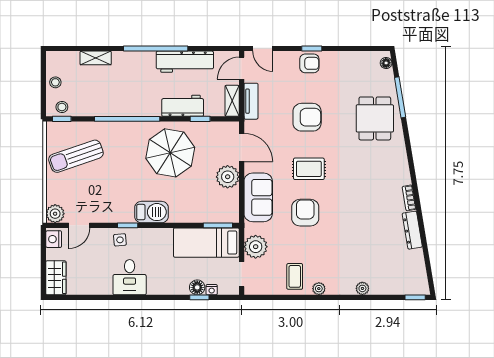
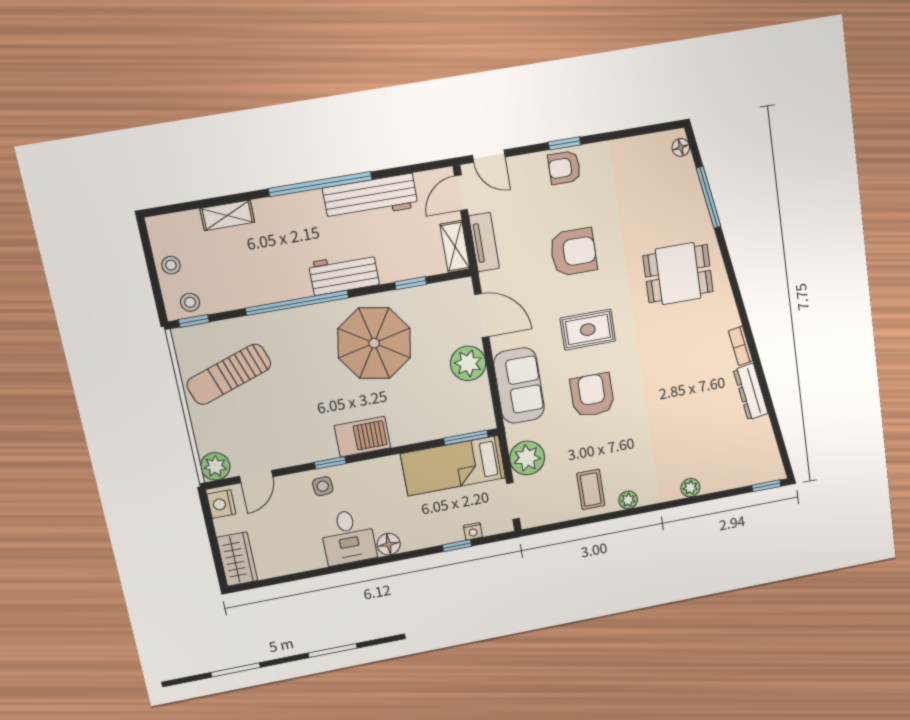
armchair: (309, 63) -> (564, 168), turned 180
workbench: (183, 106) -> (344, 274), moved
dining table: (375, 118) -> (678, 274), moved, turned 90
floor lamp: (197, 287) -> (389, 544), moved

